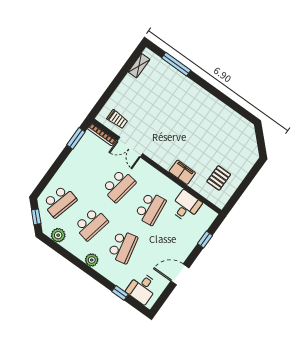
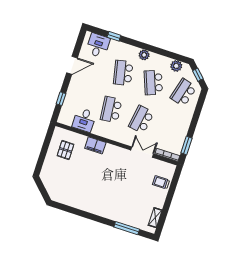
trolley: (117, 119) -> (161, 182), moved
school desk: (91, 224) -> (153, 83), turned -33

